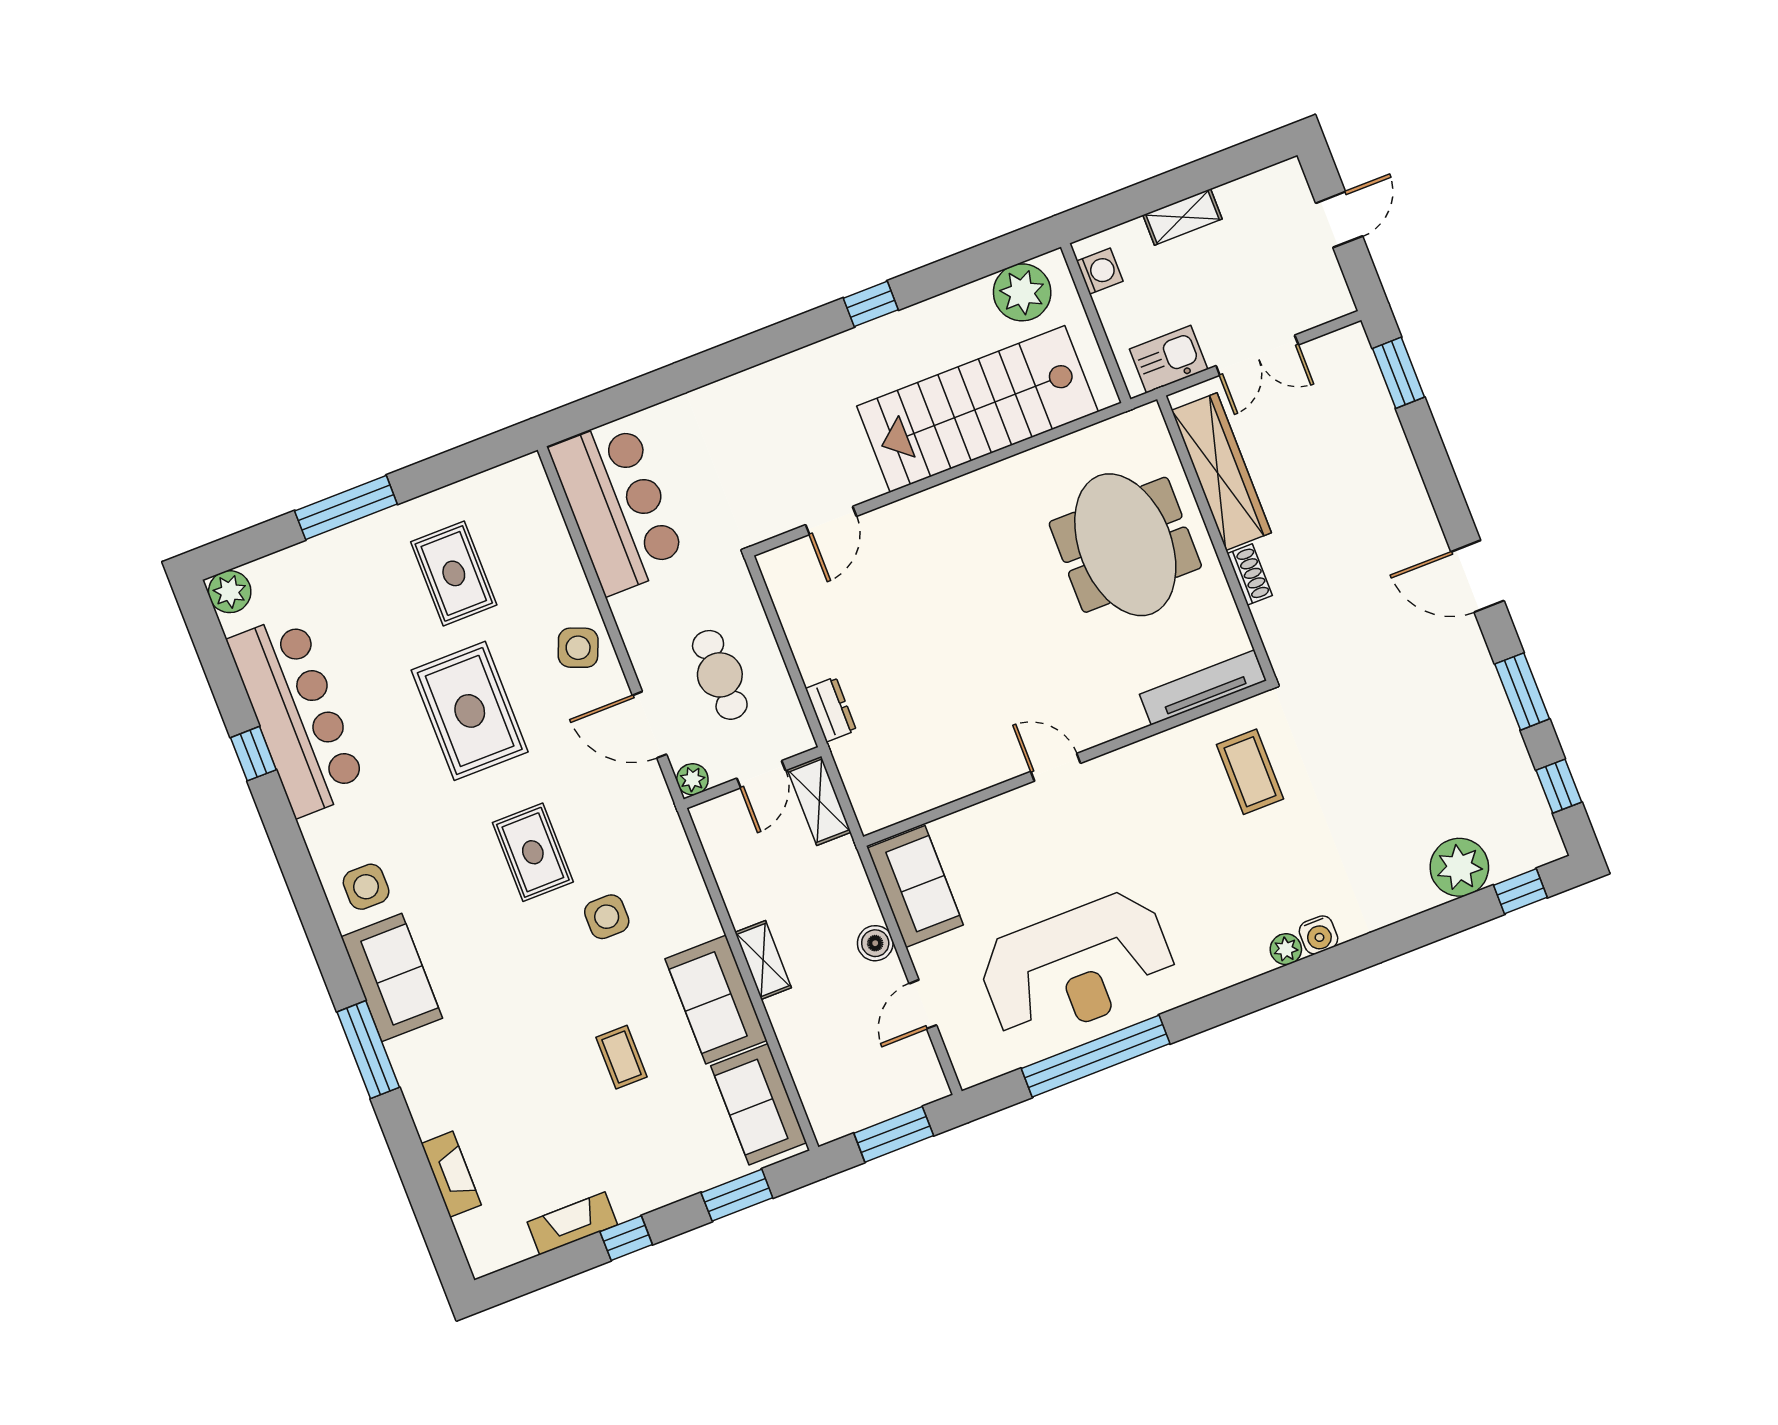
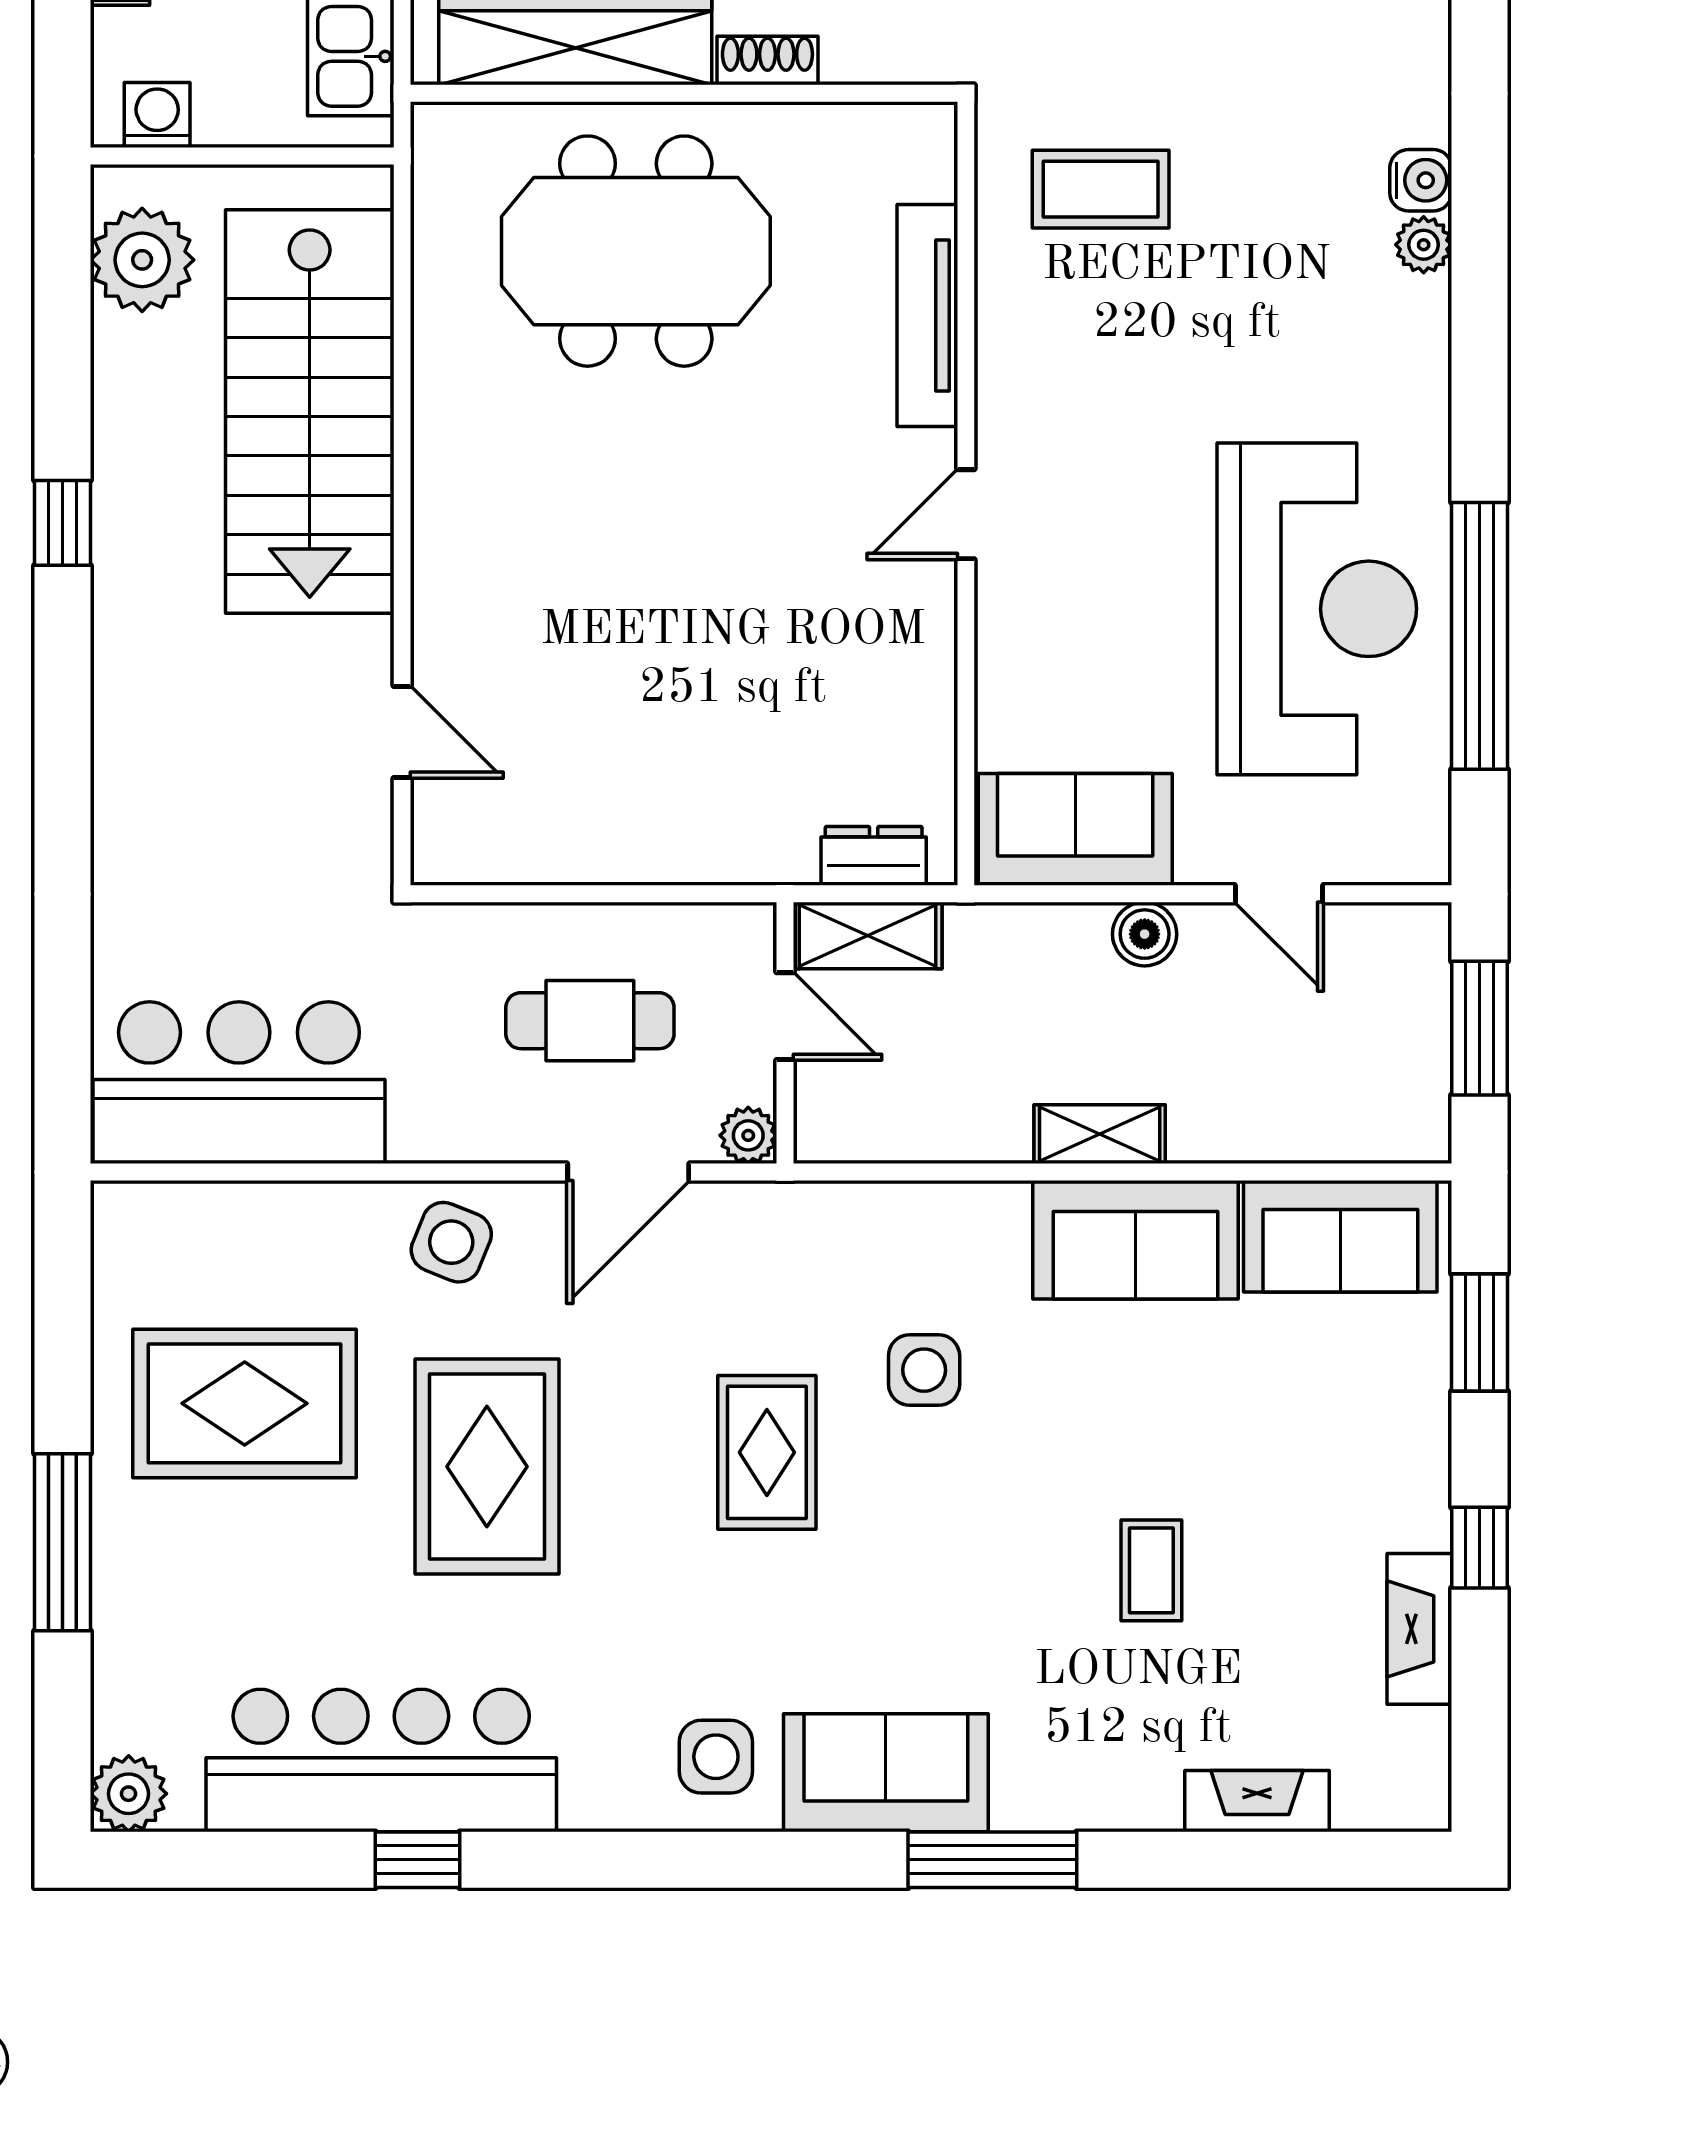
rug: (454, 573) -> (245, 1403), width x1.36, depth x1.43
tv unit: (1203, 687) -> (927, 316), moved
dresser: (831, 709) -> (874, 856), moved
rug: (470, 711) -> (487, 1467), turned 90
rug: (533, 852) -> (767, 1452), turned 90
coffee table: (622, 1057) -> (1151, 1570), moved, turned 90

